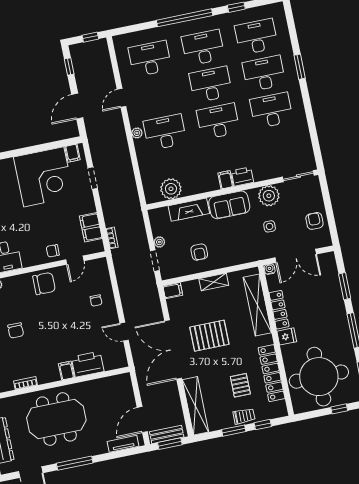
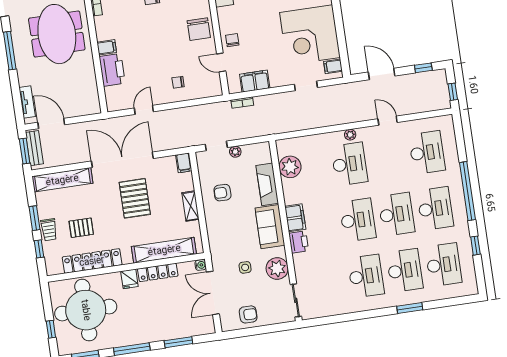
filing cabinet: (226, 180) -> (295, 218), width x2.00

